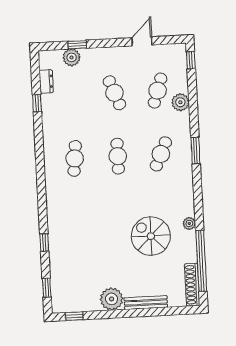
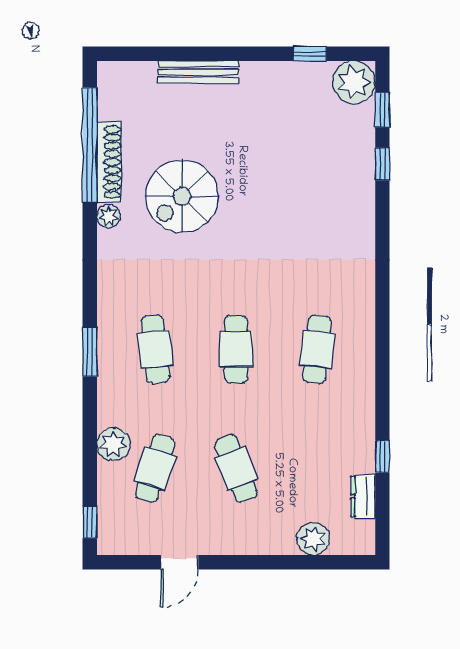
window: (77, 45) -> (301, 562), removed
cafe table: (161, 154) -> (155, 349), turned -30
spiral stairs: (151, 236) -> (182, 196), turned 90
window: (44, 243) -> (382, 164), moved
shoe rack: (192, 285) -> (109, 162), moved
plant: (112, 299) -> (354, 82), moved
window: (74, 316) -> (310, 54), moved

